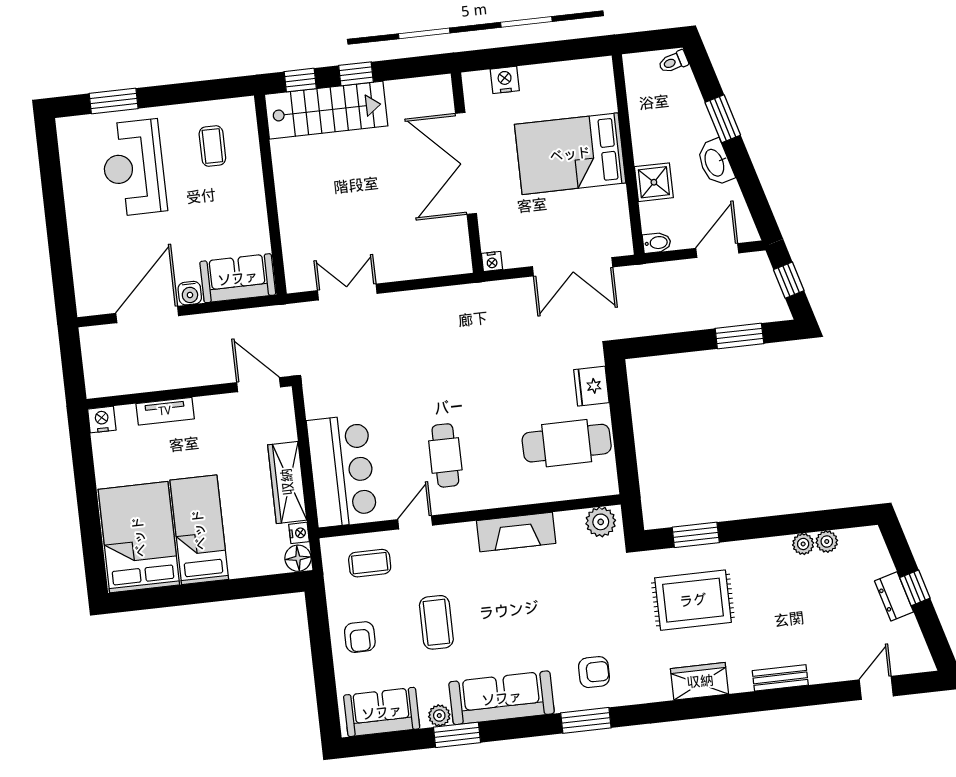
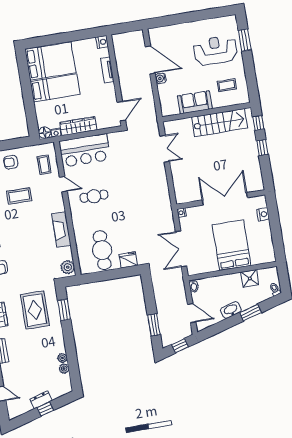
stairs: (326, 110) -> (220, 123), moved, turned -90
shower: (654, 182) -> (250, 278), moved
sofa: (238, 278) -> (195, 102), moved, turned -90

